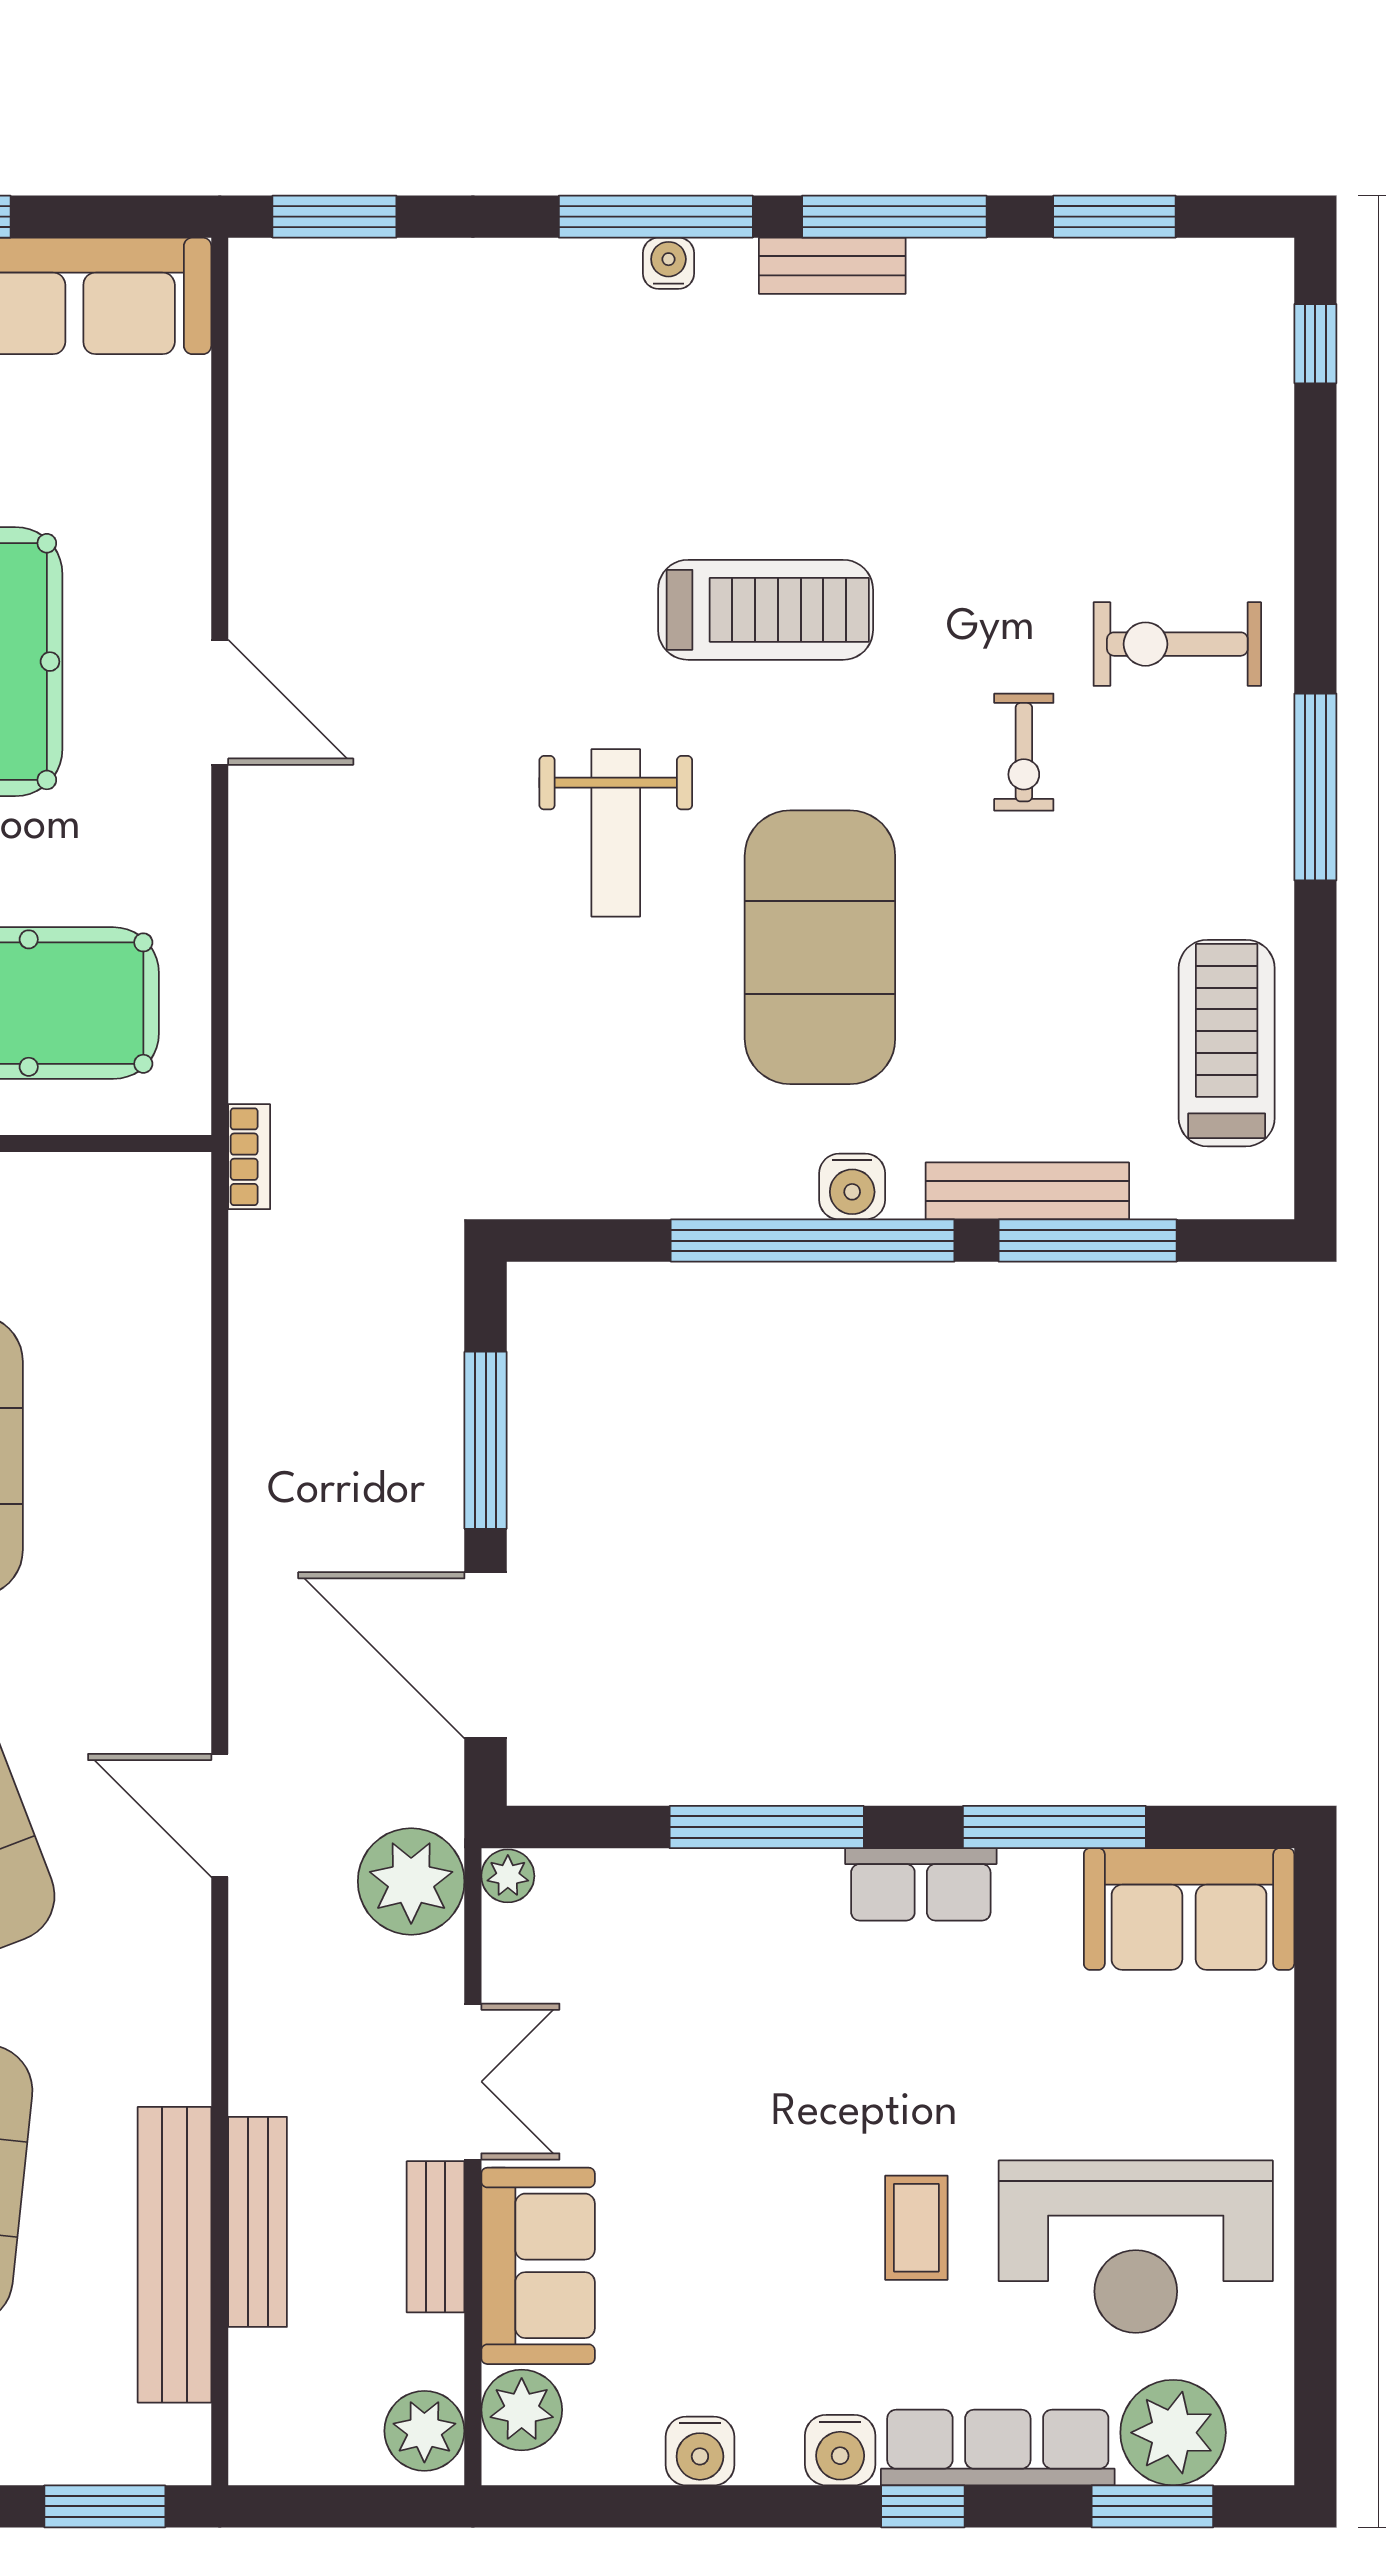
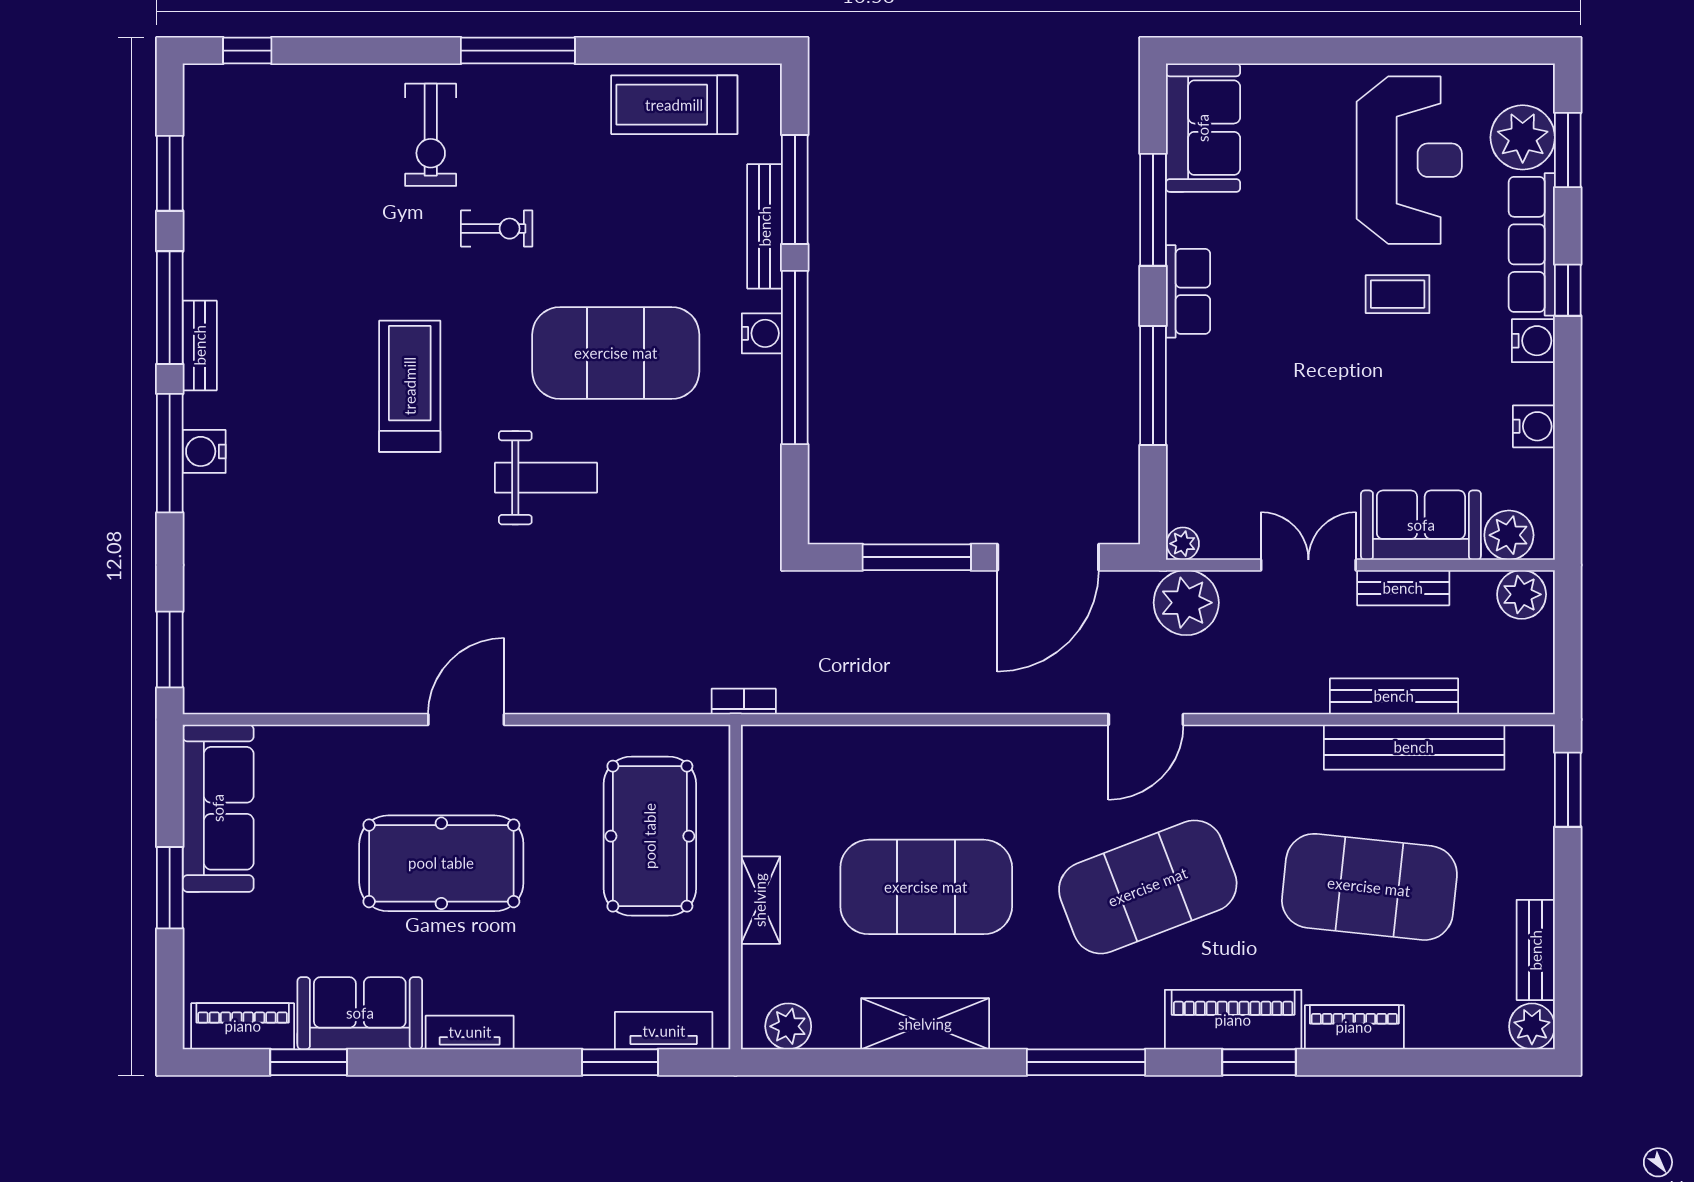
water cooler: (668, 263) -> (204, 451), width x1.38, depth x1.38

